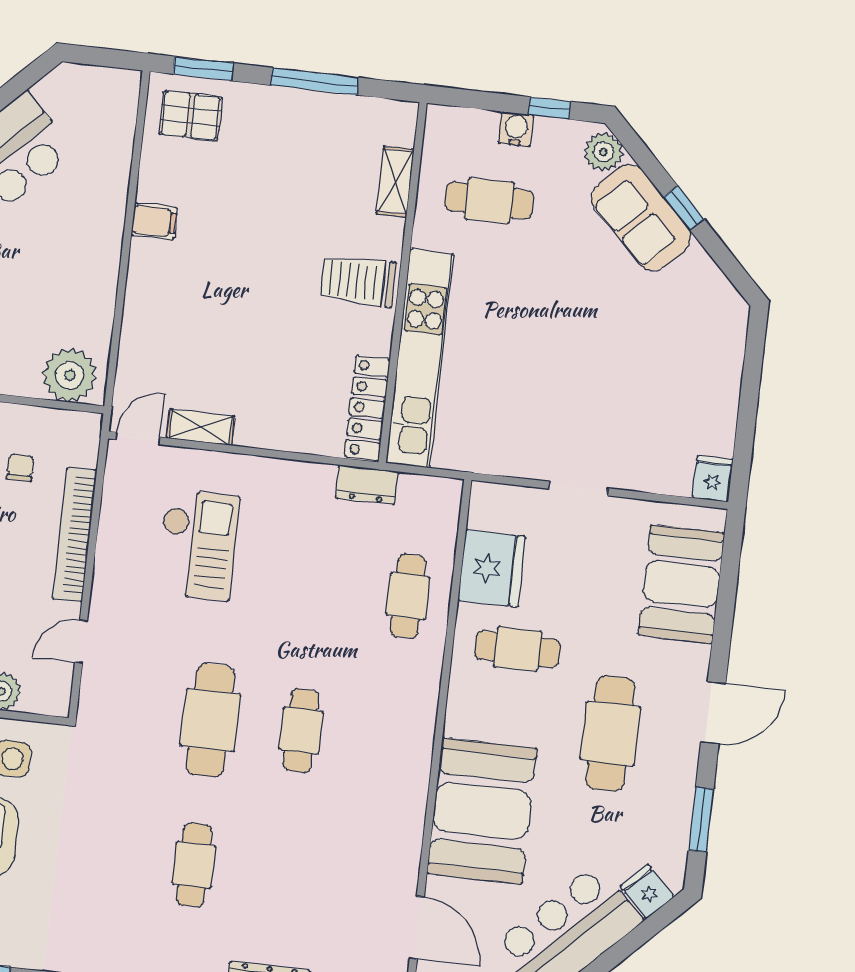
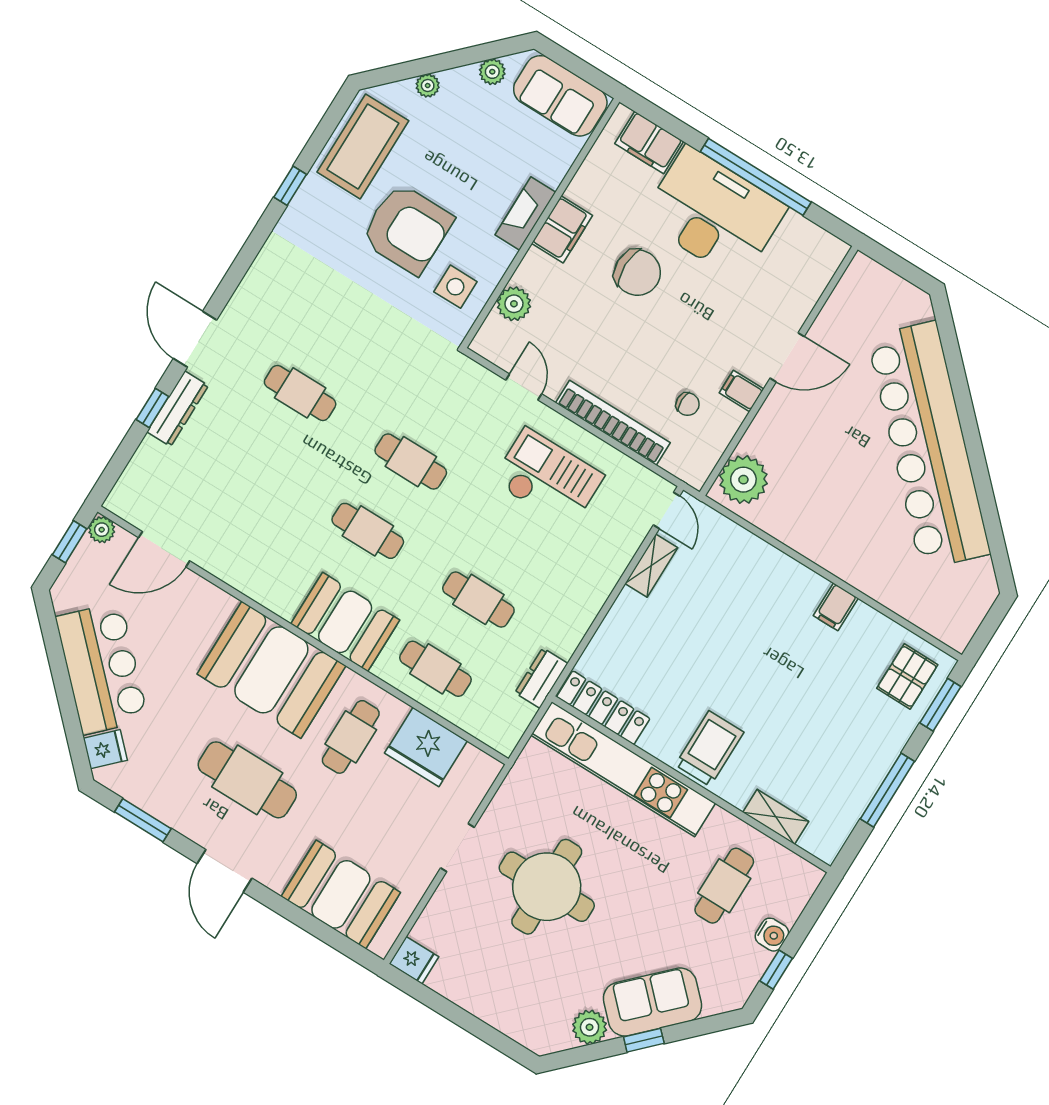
plant: (604, 152) -> (590, 1027), moved
round table: (575, 380) -> (547, 887), added
checkout: (198, 545) -> (548, 478), moved, turned 180
cafe table: (317, 586) -> (478, 599), added
booth: (404, 710) -> (345, 622), added
cafe table: (210, 720) -> (411, 462), width x0.73, depth x0.74
booth: (482, 811) -> (271, 670), moved

